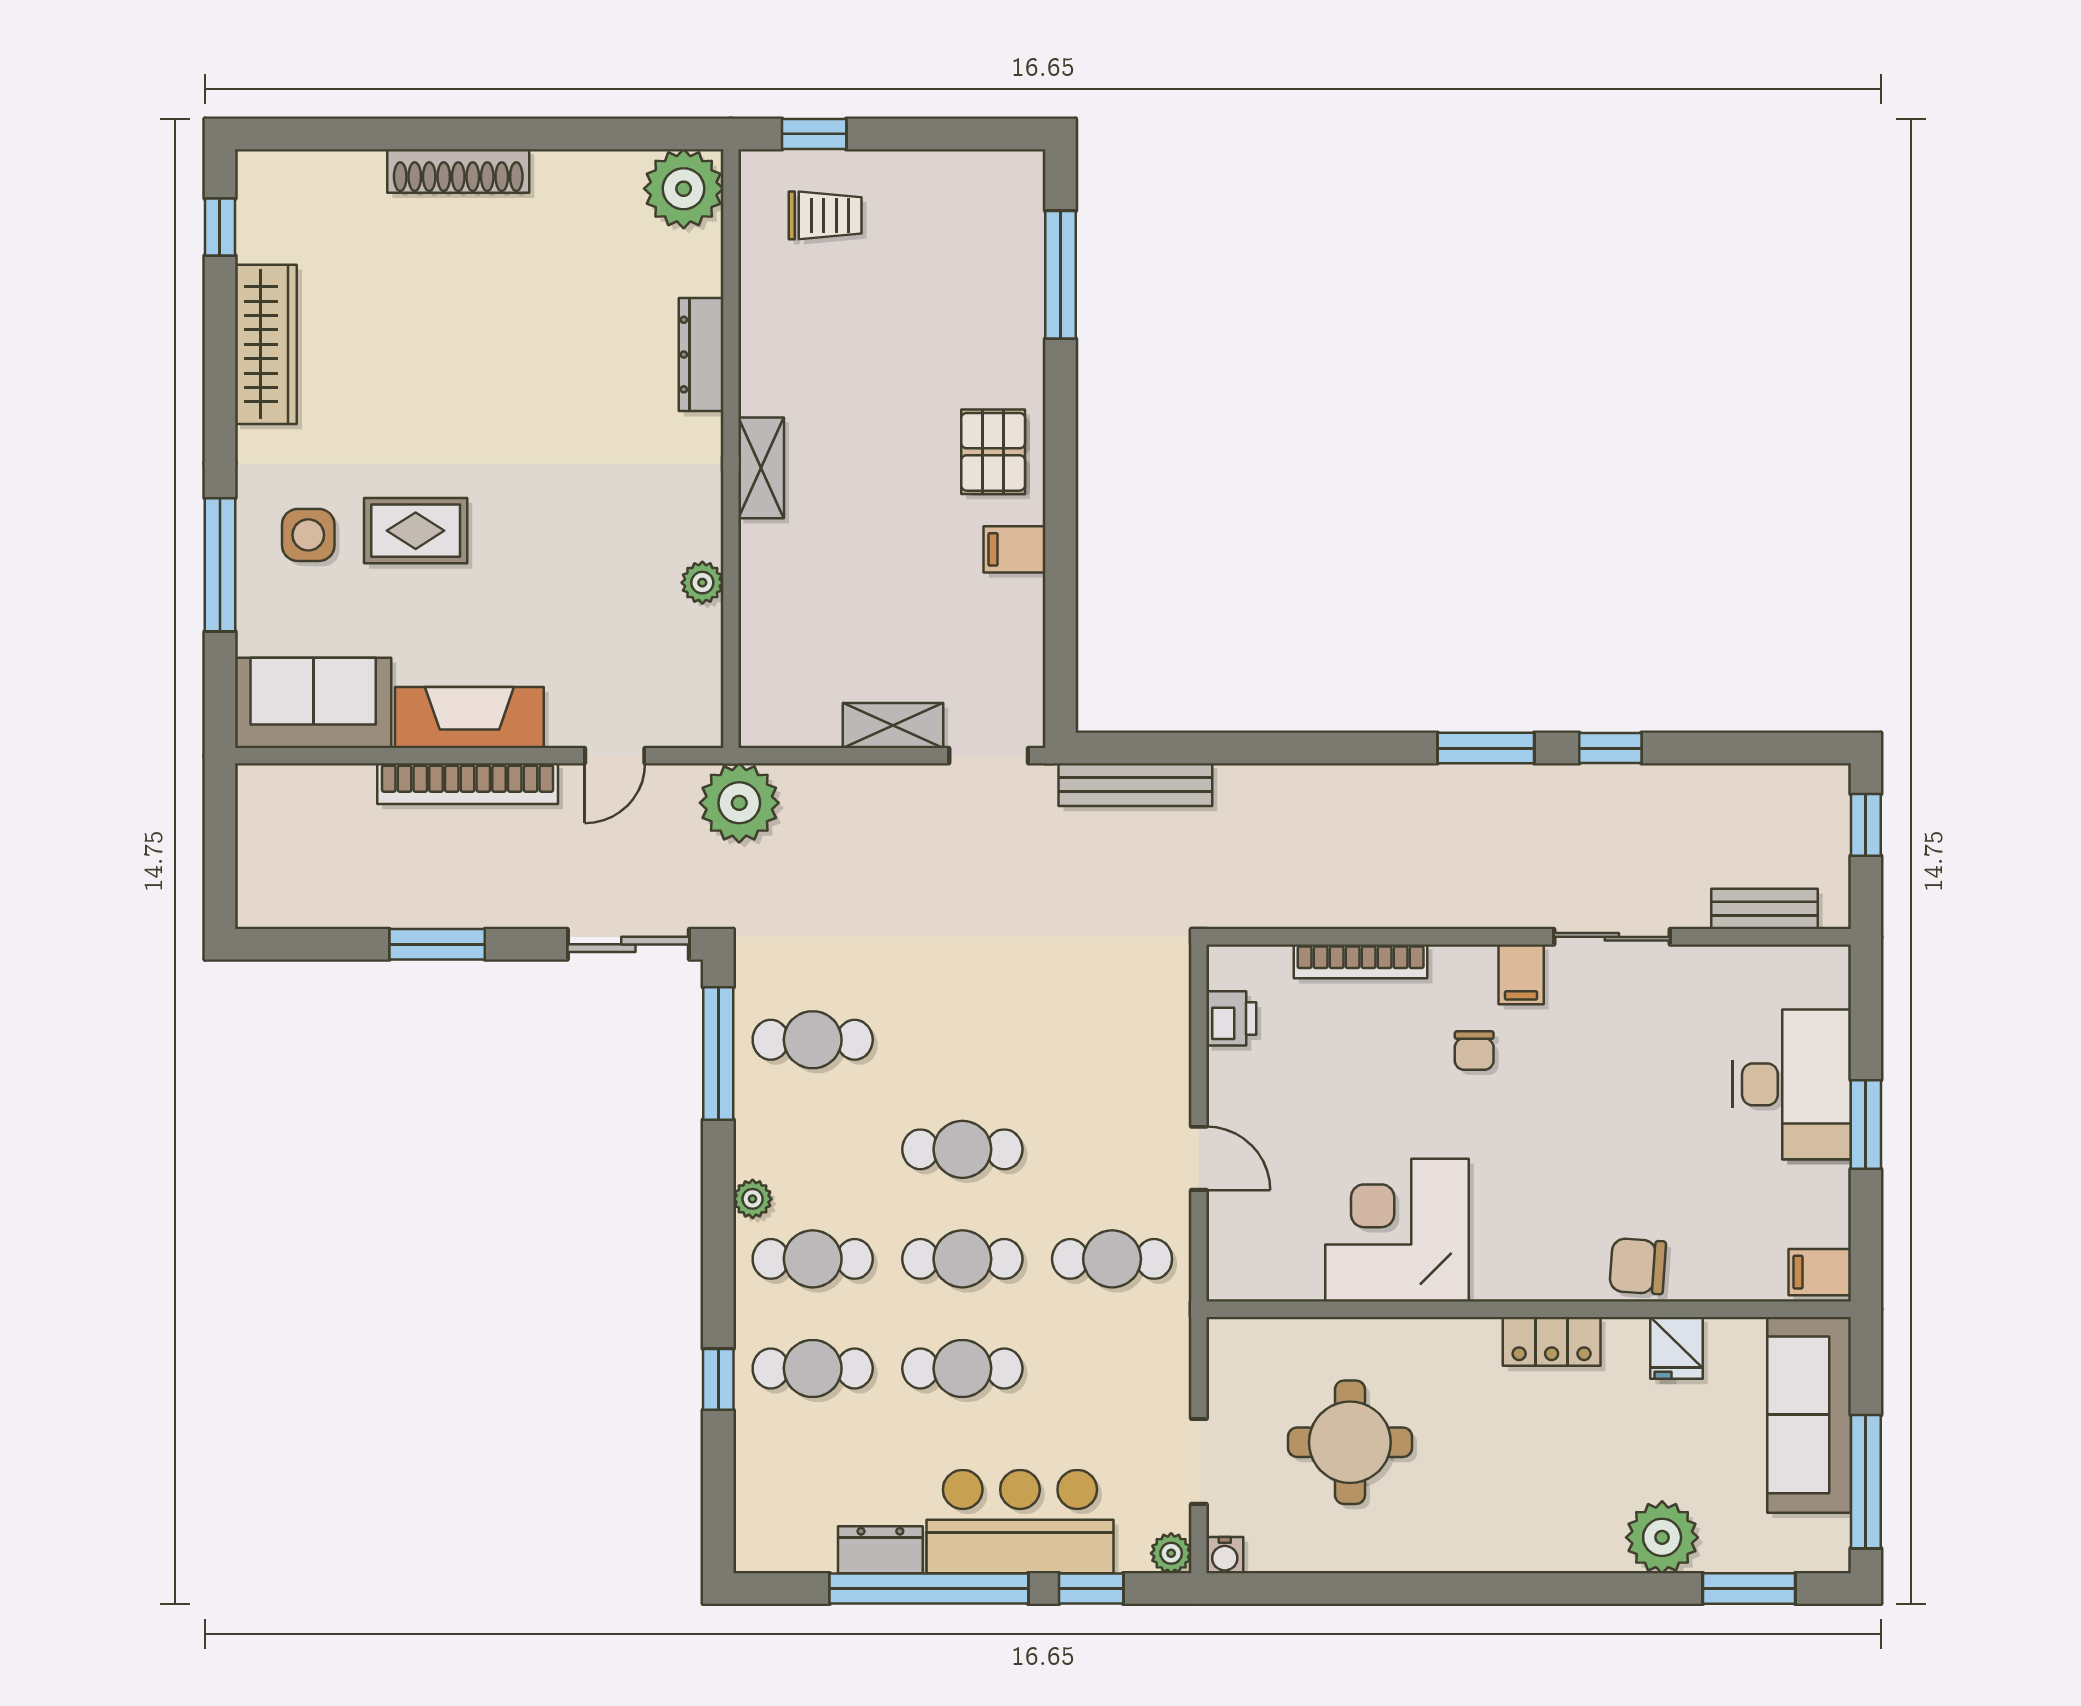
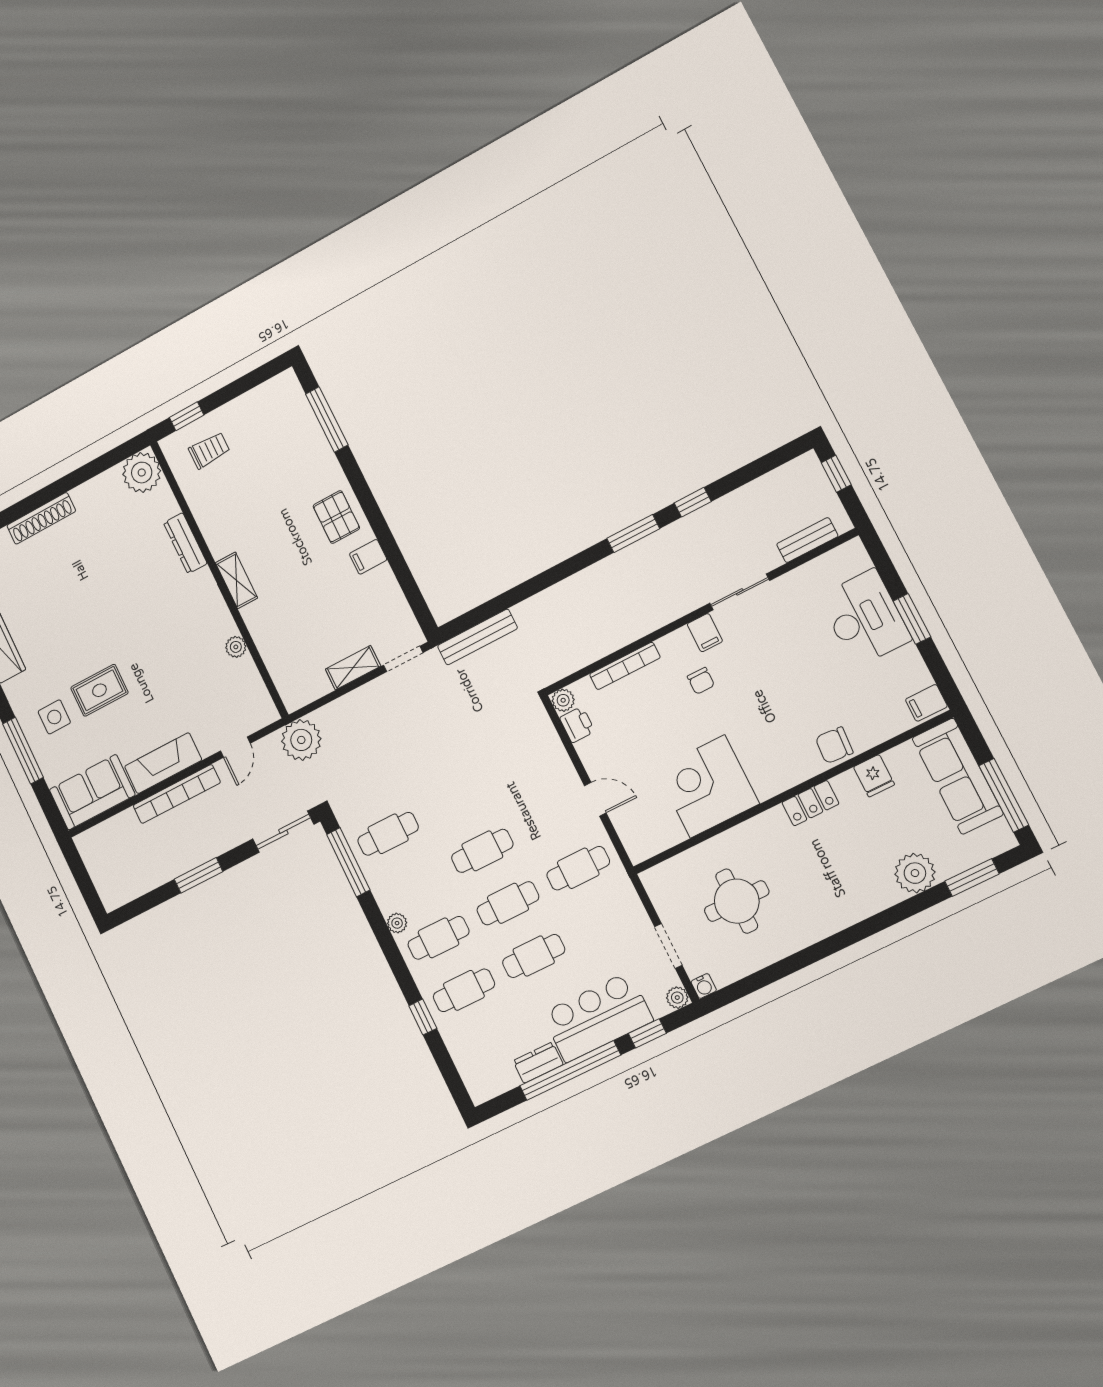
plant: (1228, 966) -> (563, 700), added

